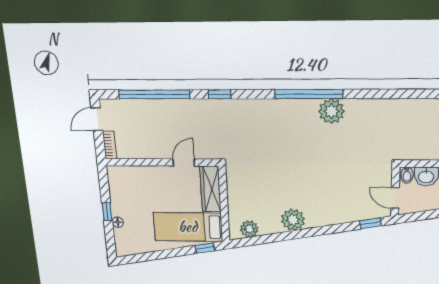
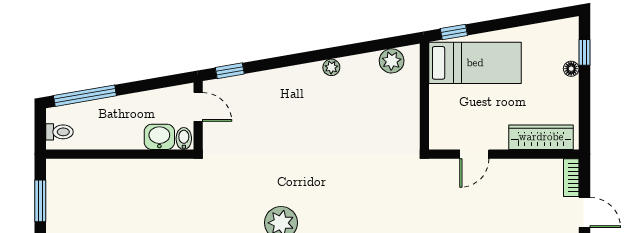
door: (97, 119) -> (584, 212), hinge flipped
wardrobe: (210, 189) -> (541, 137), moved, turned -90
window: (107, 212) -> (584, 52), moved
plant: (293, 220) -> (331, 67), width x0.53, depth x0.53

